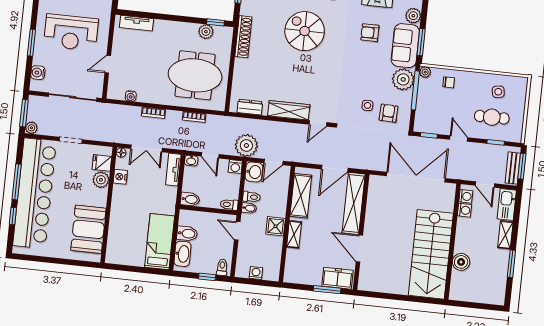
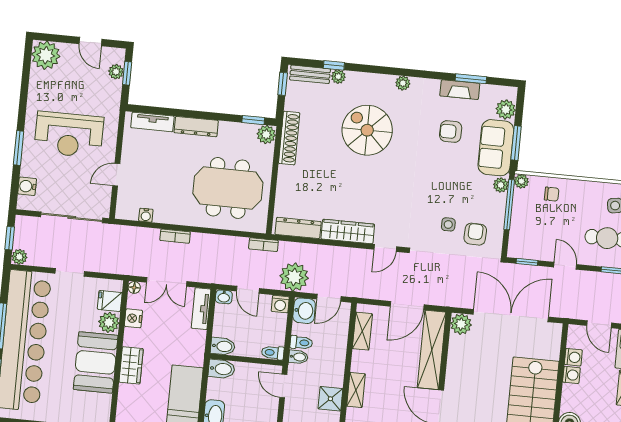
dresser: (171, 27) -> (196, 127), added
plant: (206, 32) -> (266, 135), moved
plant: (403, 79) -> (501, 185), width x0.53, depth x0.53
dresser: (250, 107) -> (298, 228), width x1.44
window: (24, 113) -> (10, 238), width x0.67
bookcase: (194, 117) -> (263, 245), moved
plant: (377, 184) -> (461, 324), added
shelving: (301, 196) -> (362, 331), width x0.67, depth x0.75
washing machine: (466, 196) -> (571, 375), moved
wardrobe: (118, 214) -> (131, 365), added
shower: (276, 226) -> (330, 399), moved
booth: (88, 229) -> (96, 362), moved
bidet: (187, 234) -> (222, 369), moved

